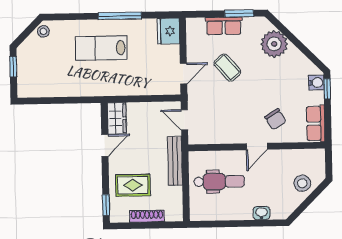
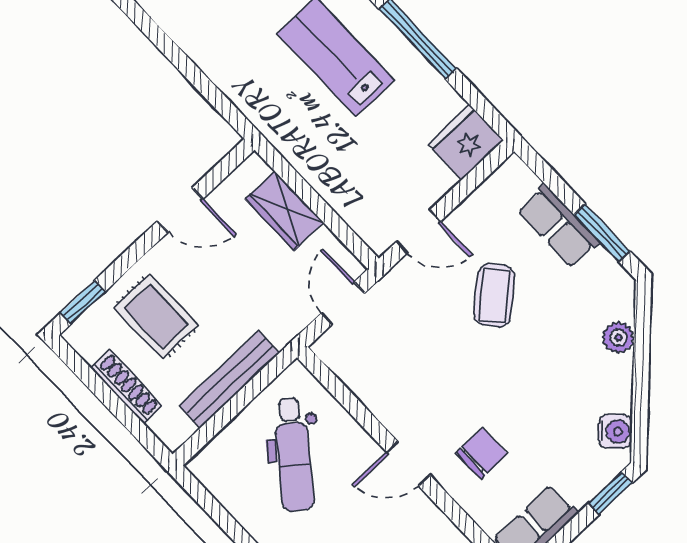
plant: (274, 44) -> (619, 337), width x0.53, depth x0.53
water cooler: (316, 83) -> (615, 431), moved, turned -45
wardrobe: (117, 118) -> (284, 211), moved, turned 90
chair: (276, 119) -> (482, 453), turned -149
bench: (175, 161) -> (229, 380), moved
dental chair: (219, 181) -> (293, 454), turned 38

